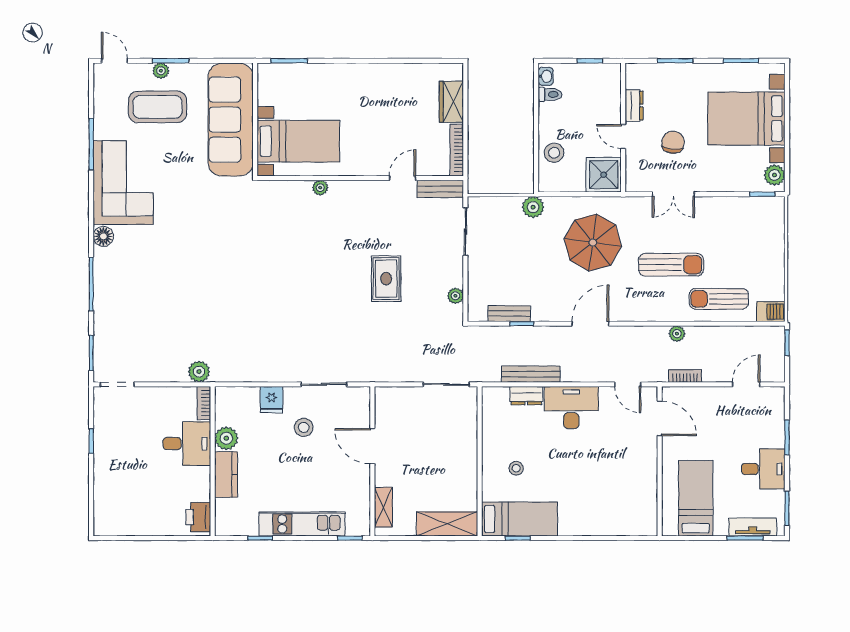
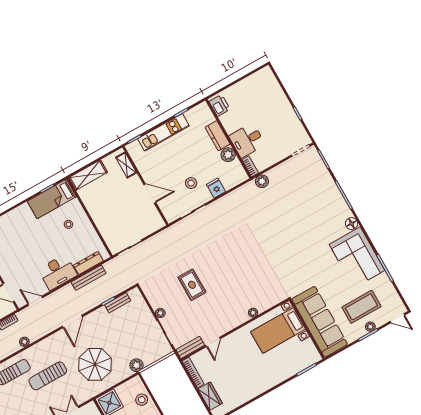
plant: (455, 296) -> (160, 313), moved
dresser: (526, 396) -> (88, 263), width x1.44

